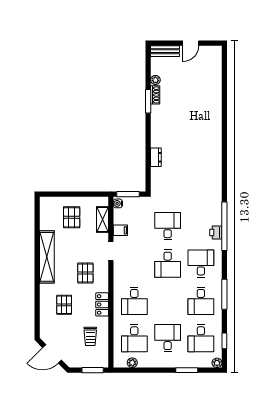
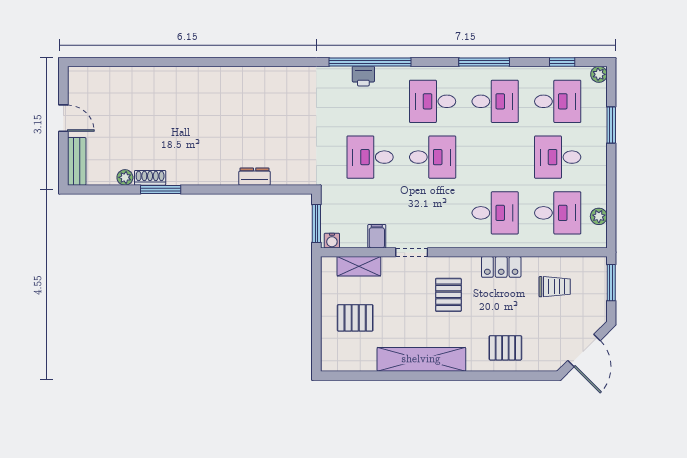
printer: (216, 232) -> (363, 76), moved
pallet: (85, 273) -> (448, 295), turned 90
pallet: (64, 305) -> (505, 348), moved

